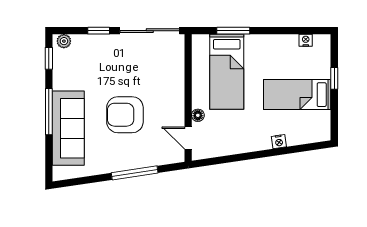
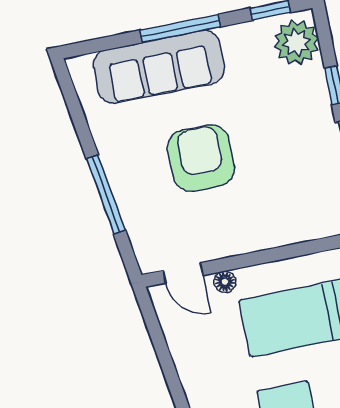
plant: (64, 41) -> (296, 42), width x1.88, depth x1.88
door: (188, 138) -> (183, 273), swing flipped

